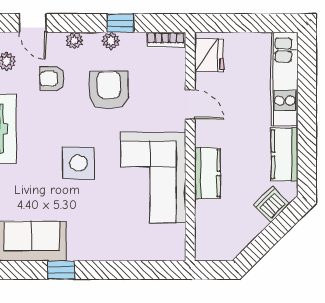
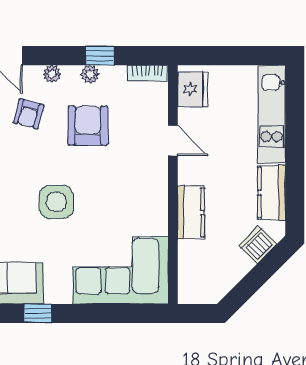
armchair: (52, 79) -> (29, 114), turned -75
corner sofa: (153, 178) -> (121, 270), moved, turned 90

